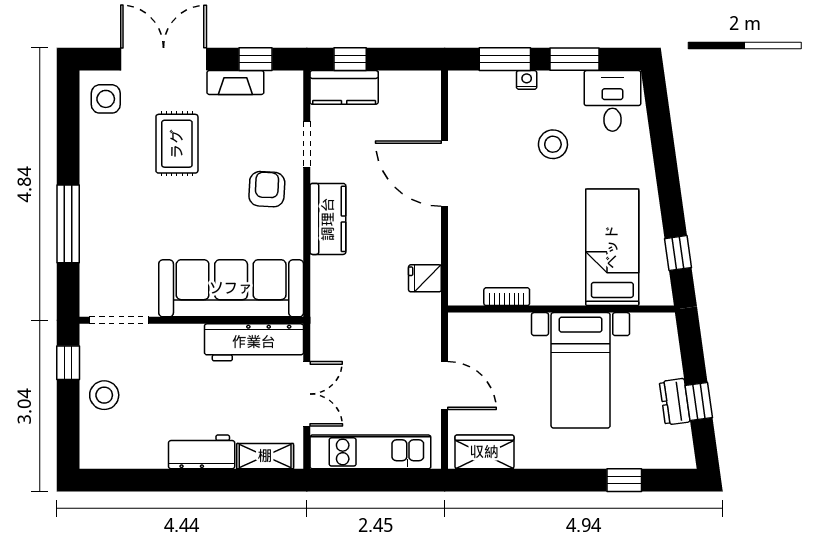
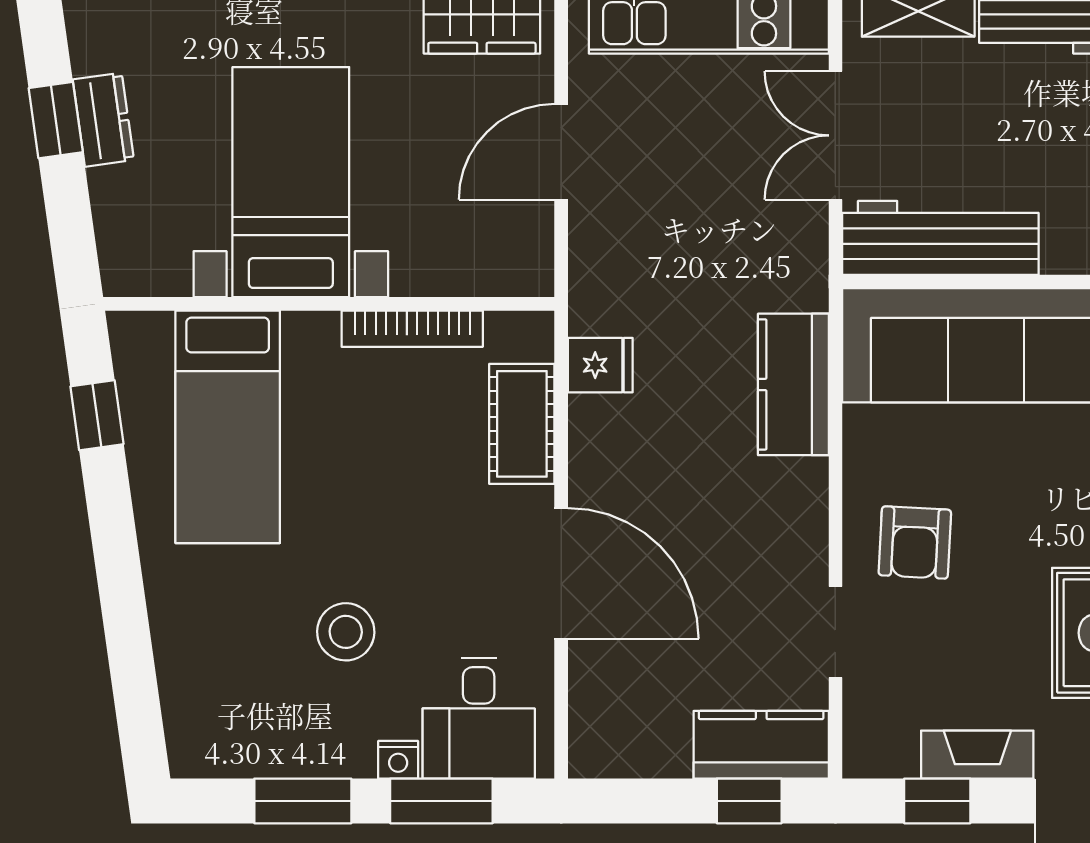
desk: (612, 101) -> (479, 718), moved
kitchen counter: (328, 219) -> (793, 384), moved
cot: (464, 249) -> (522, 424), added
bookcase: (507, 297) -> (412, 329), width x1.56
door: (445, 386) -> (561, 152), hinge flipped

